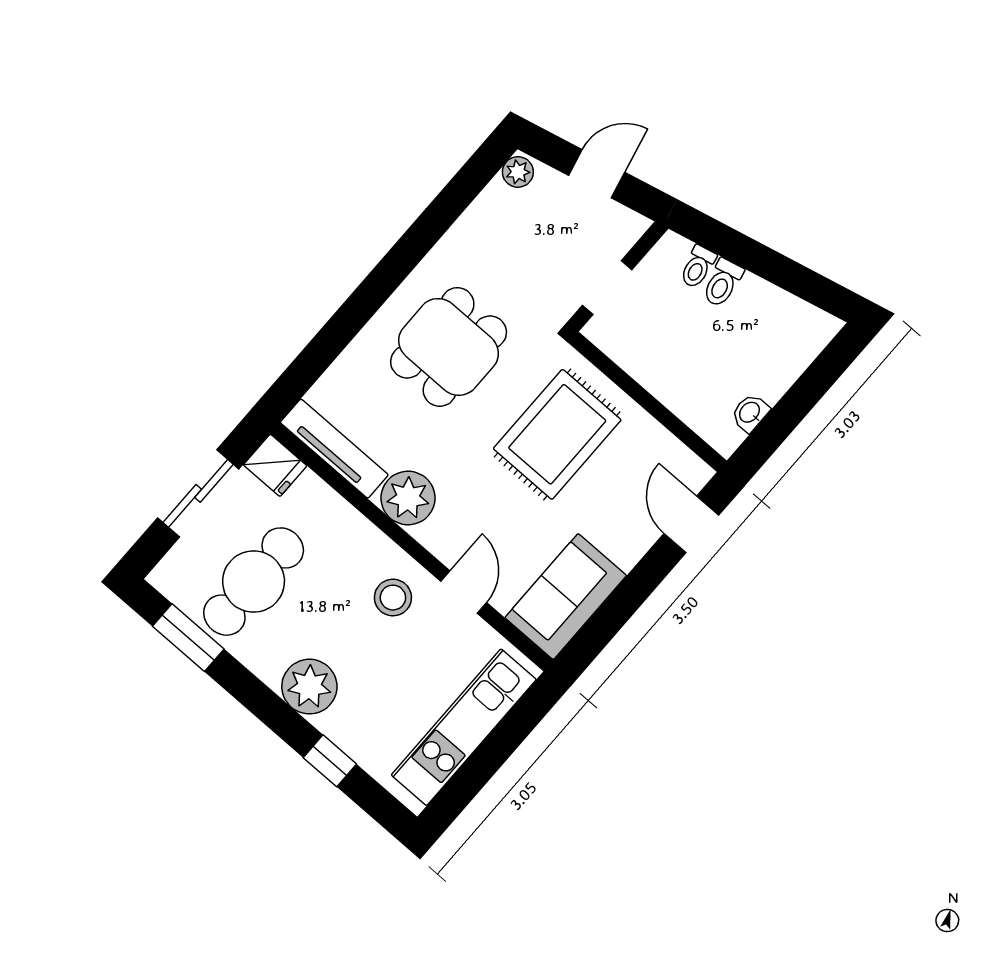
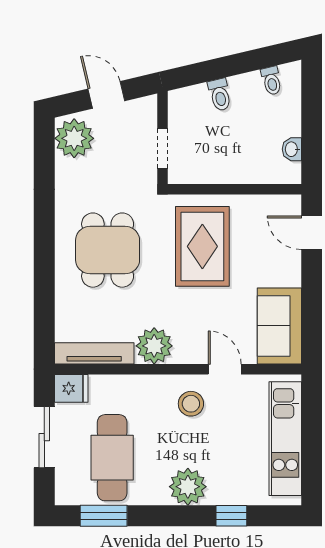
plant: (518, 172) -> (74, 138), width x1.87, depth x1.87
door: (597, 174) -> (106, 95), hinge flipped
toilet: (698, 267) -> (271, 81), moved

